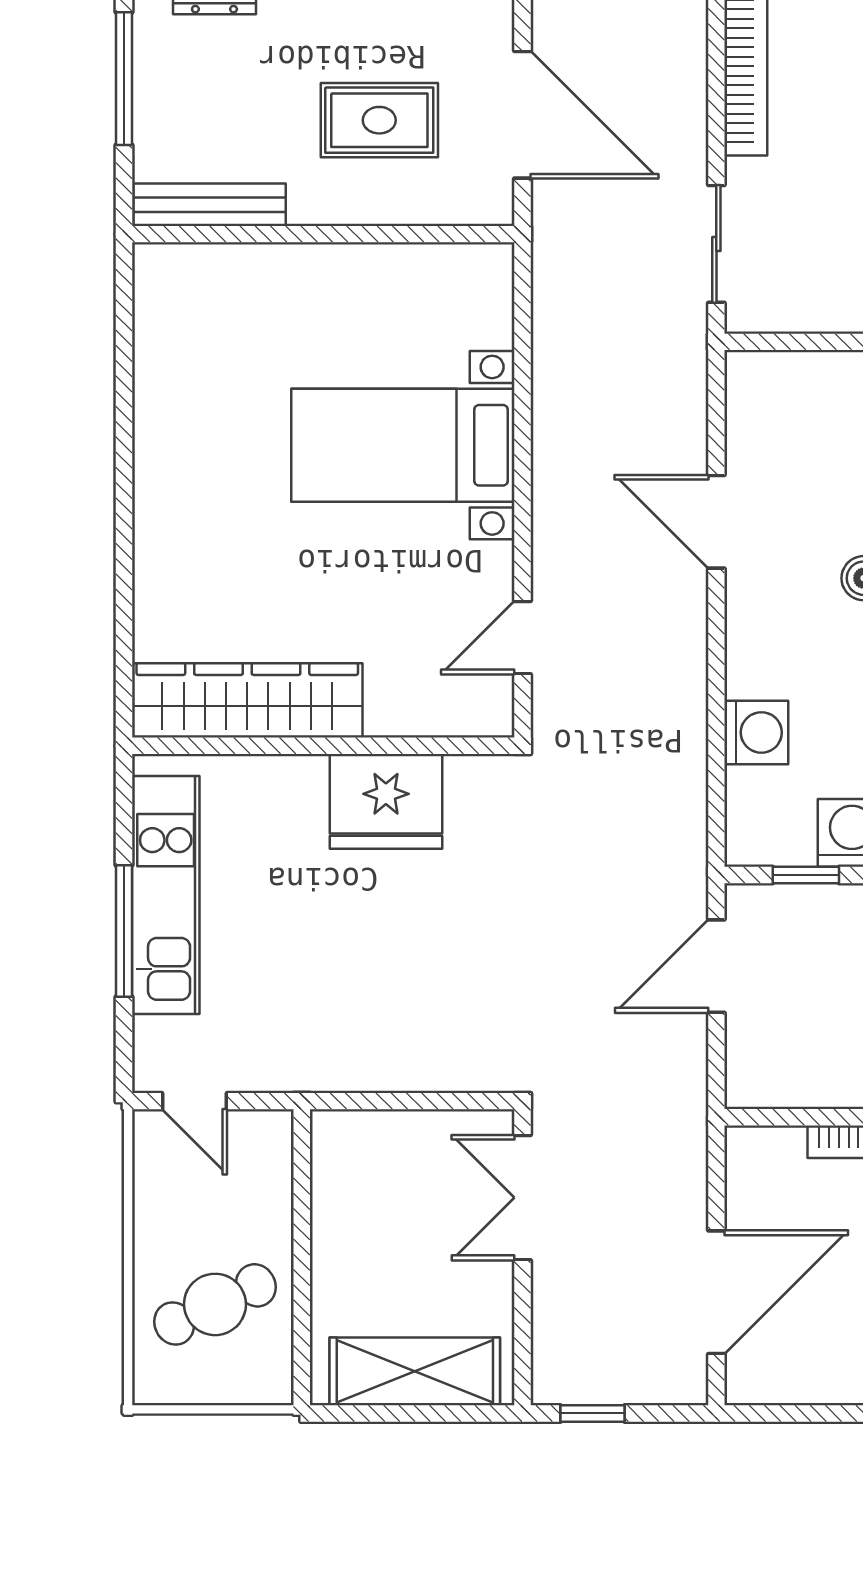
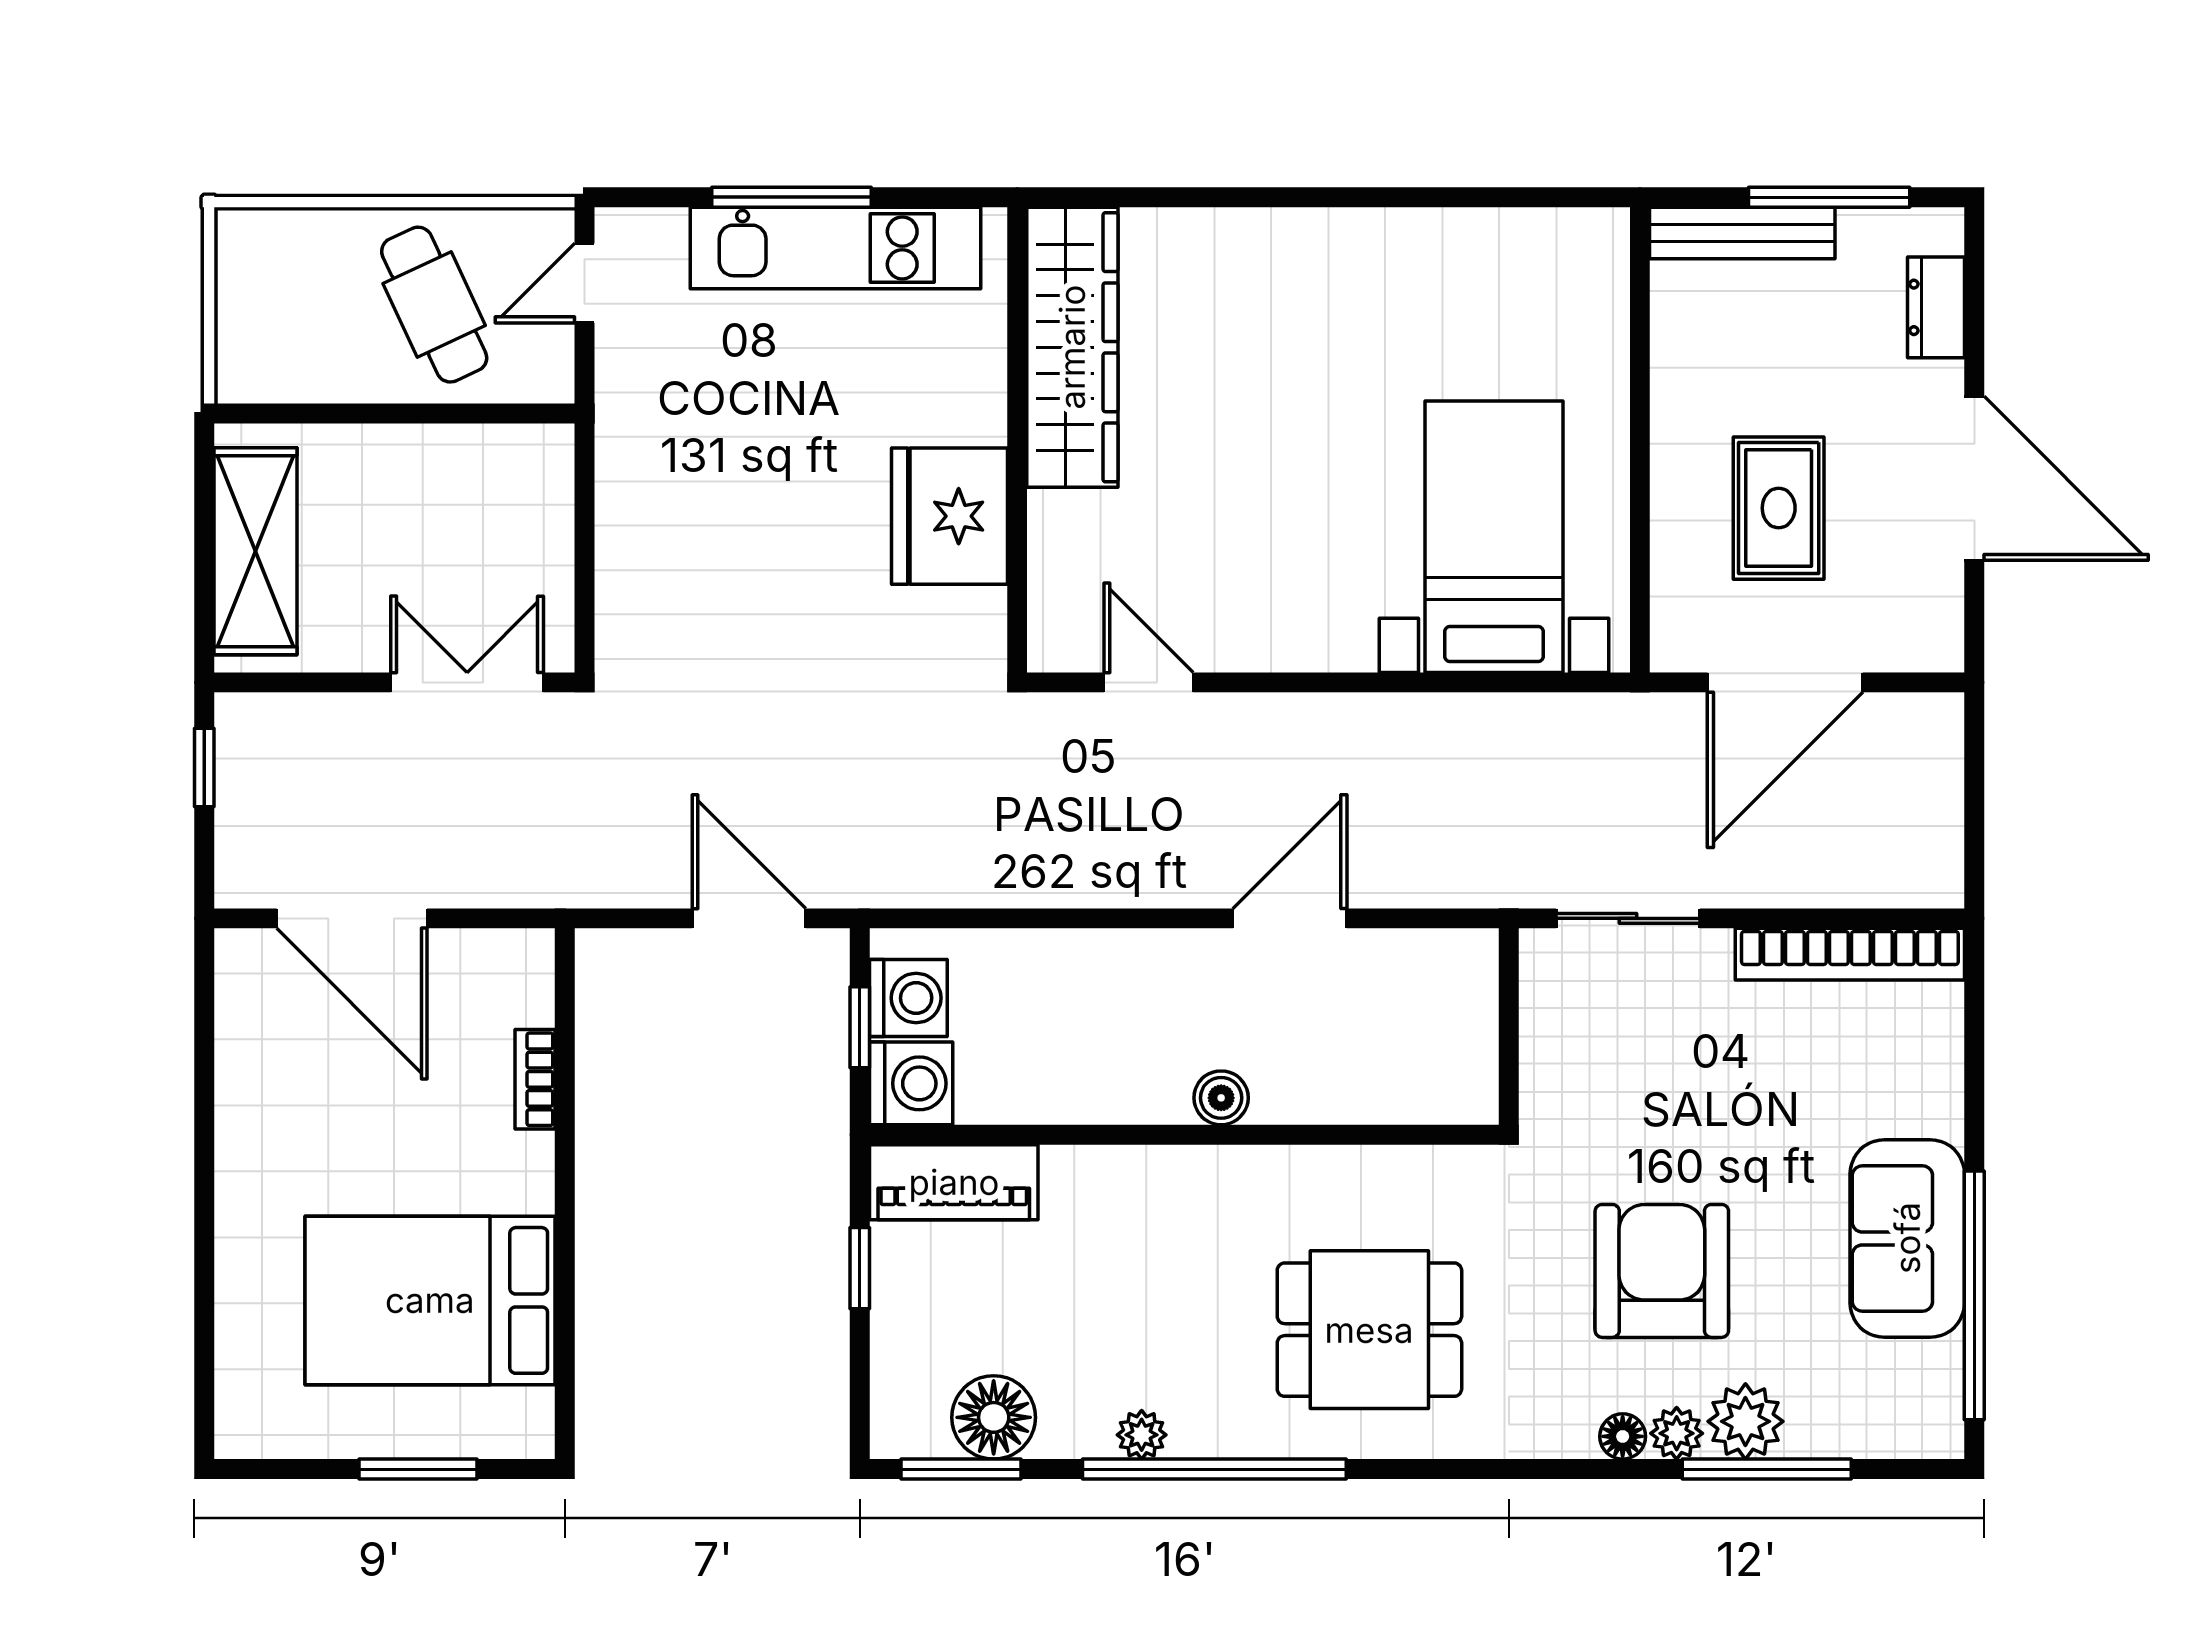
bench: (209, 205) -> (1742, 233), moved, turned 90
bed with nightstands: (403, 445) -> (1494, 537), moved
washing machine: (756, 732) -> (908, 998), moved, turned -90
cafe table: (215, 1304) -> (434, 305), moved

